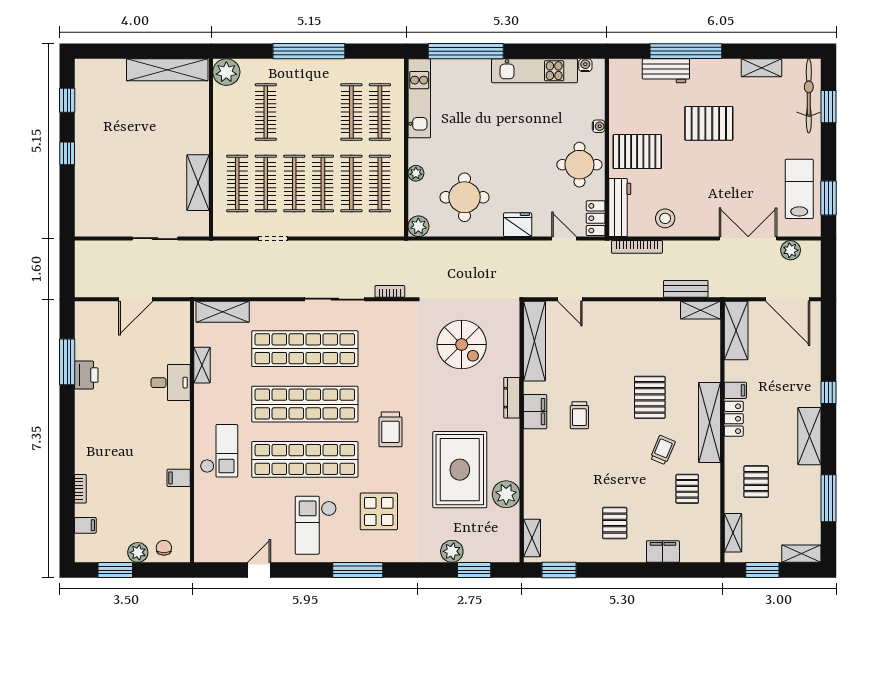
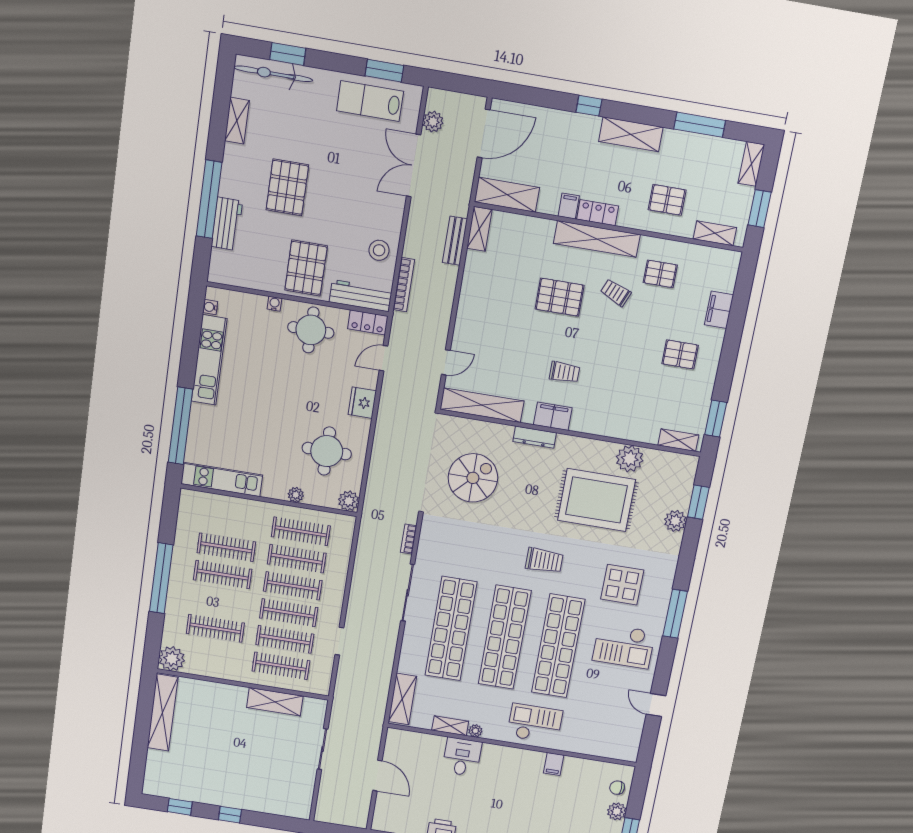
clothes rail: (380, 112) -> (223, 575), moved
plant: (201, 392) -> (475, 731), added

